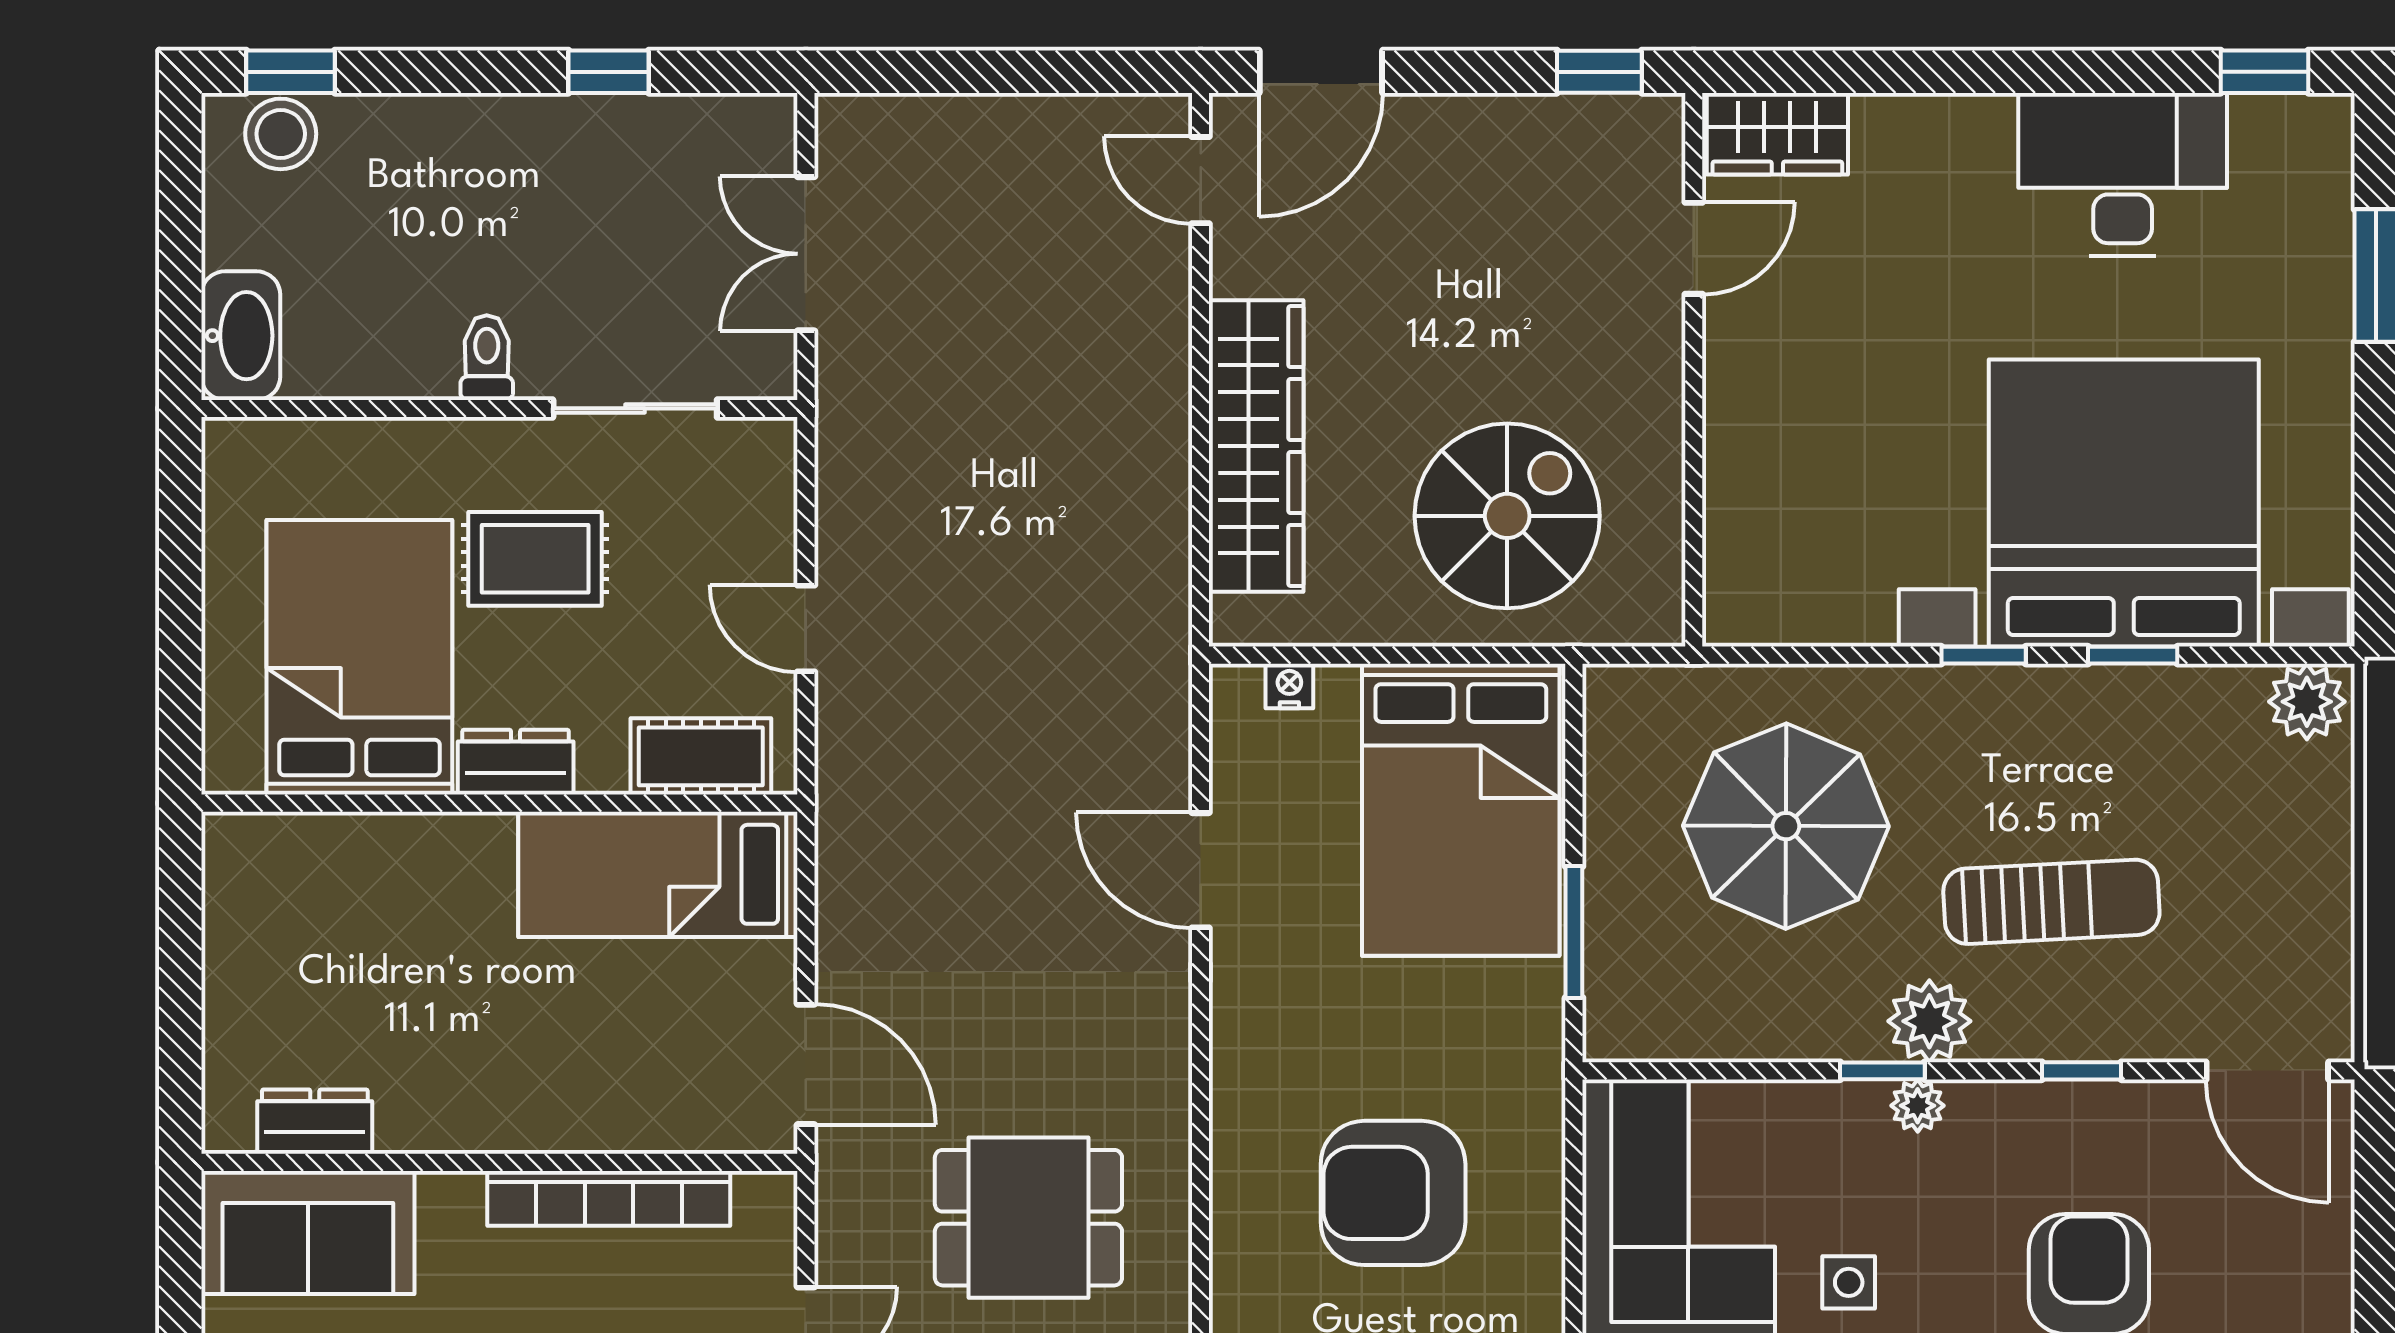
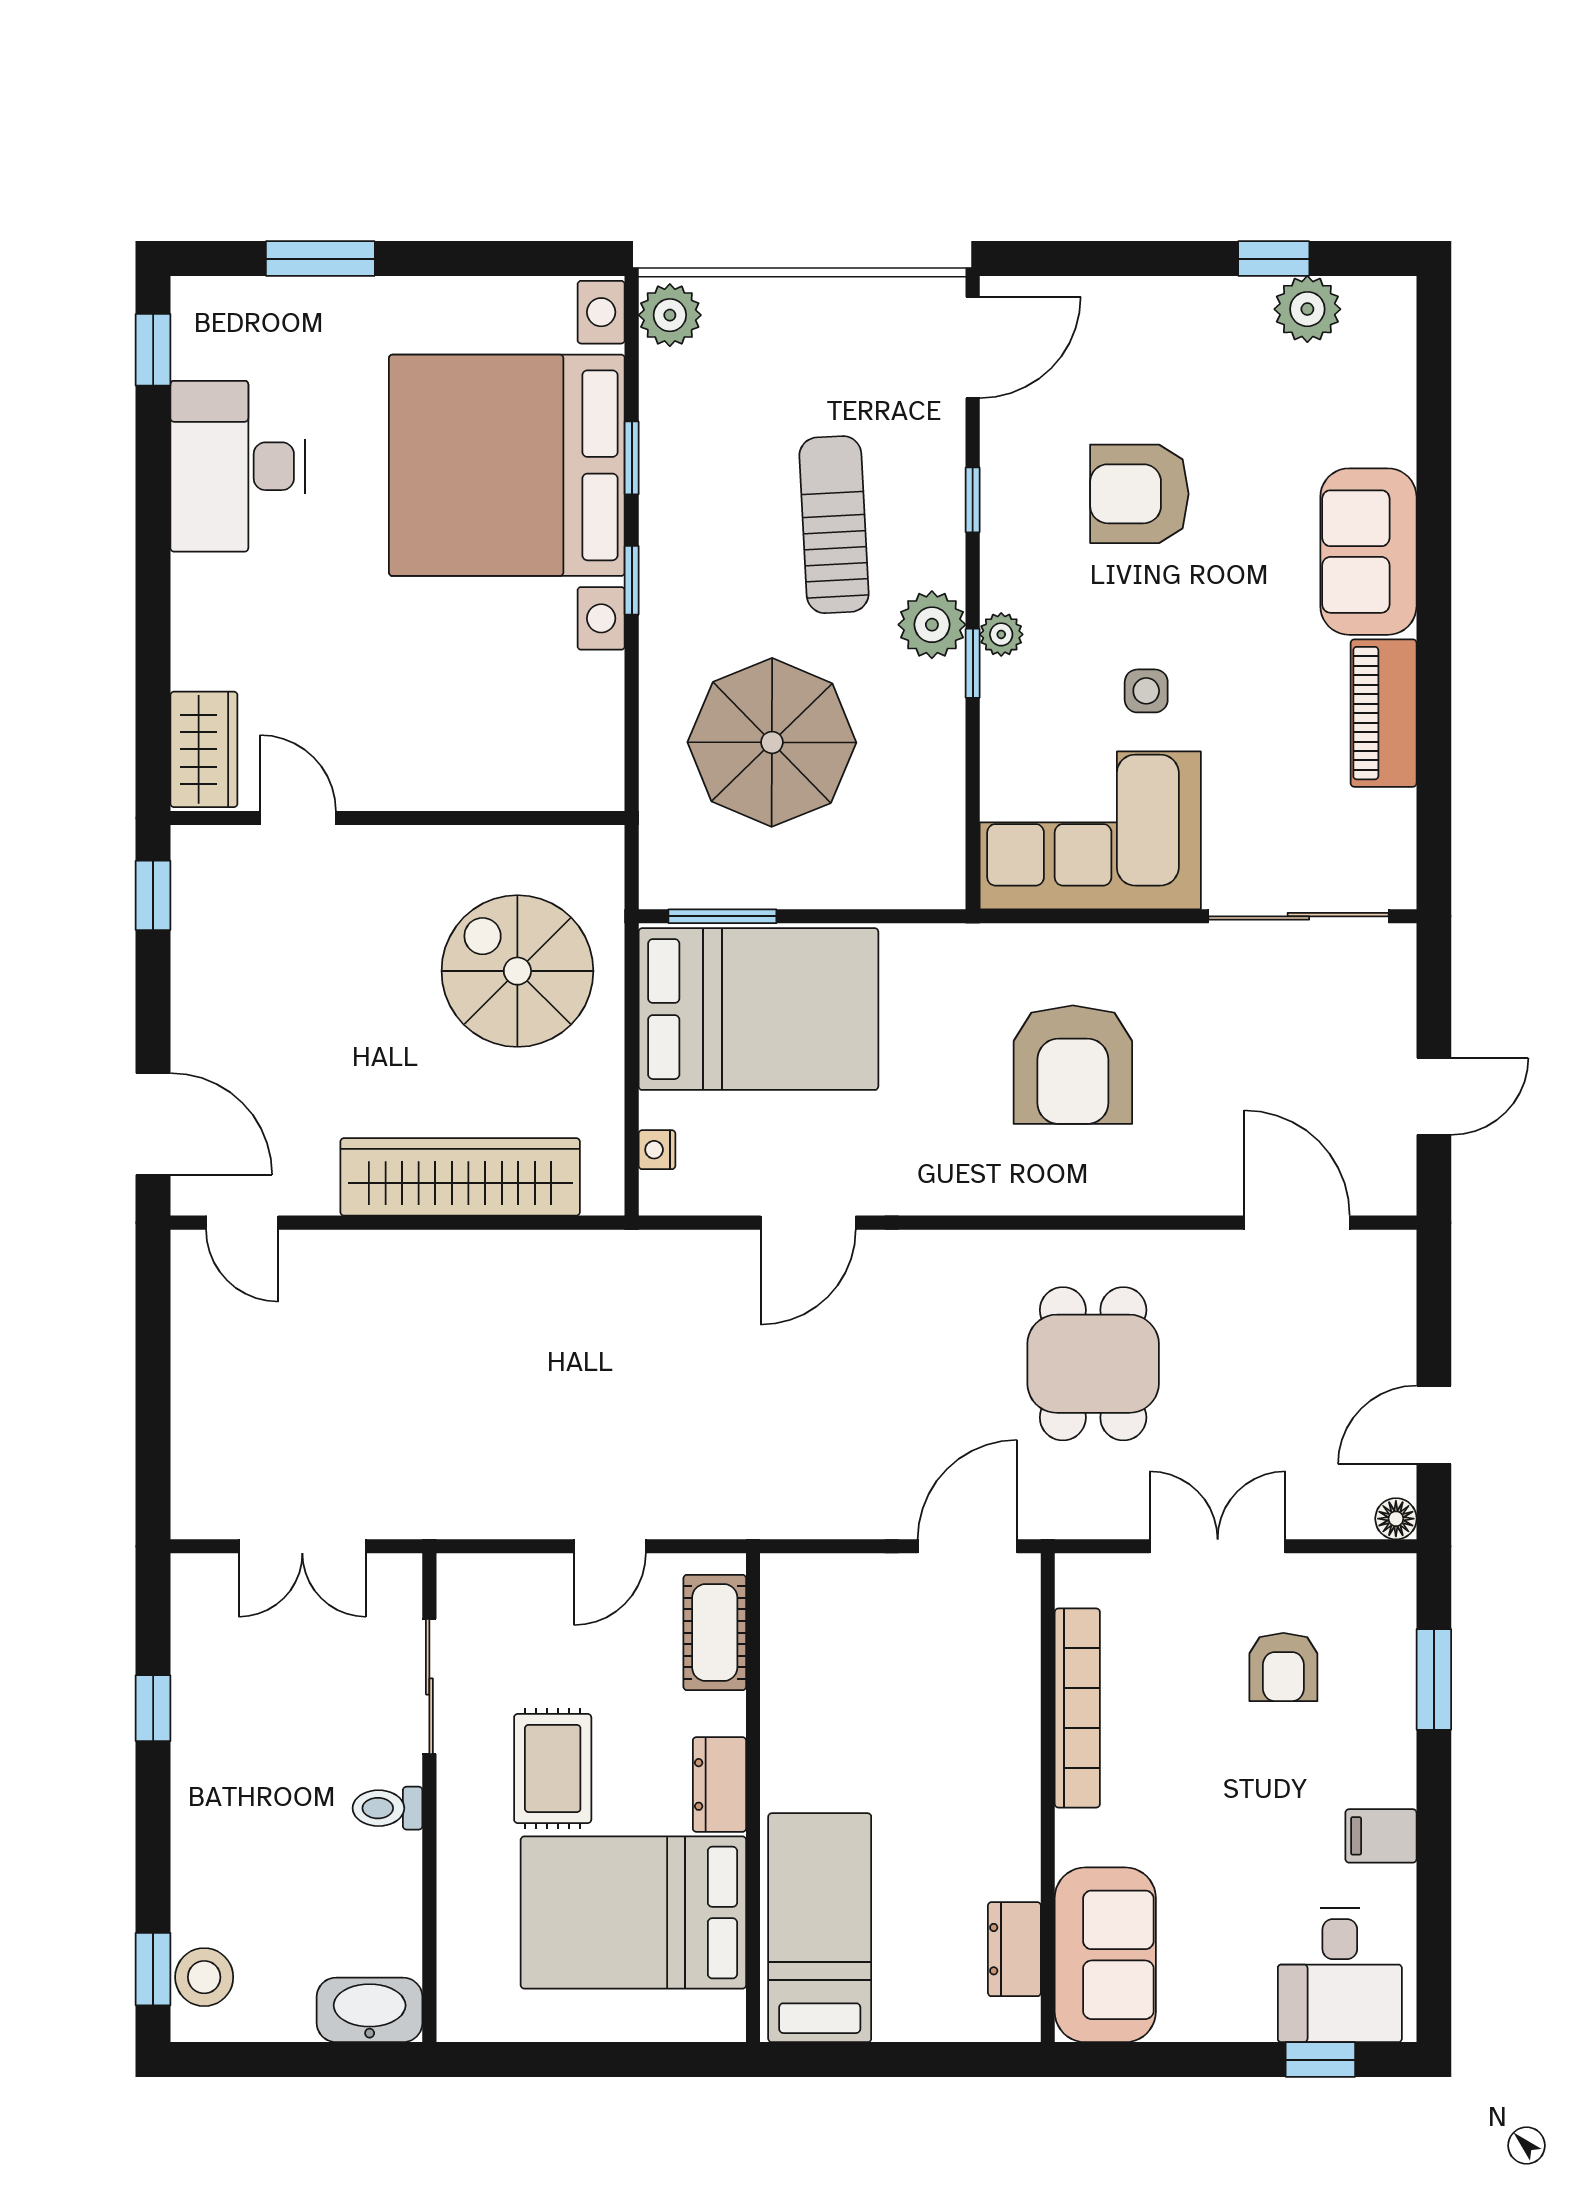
door: (1201, 180) -> (242, 1223), hinge flipped
bed: (658, 874) -> (820, 1928), moved, turned 180
window: (1574, 932) -> (722, 916), moved

